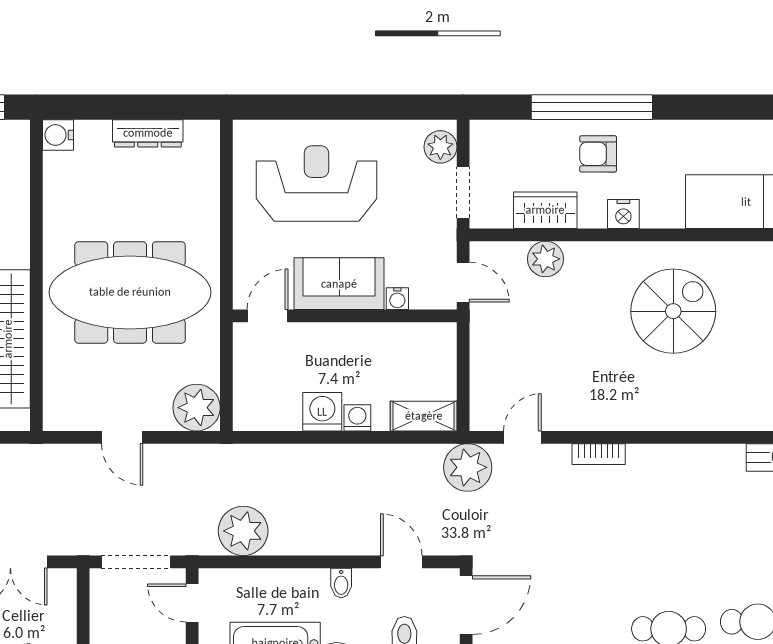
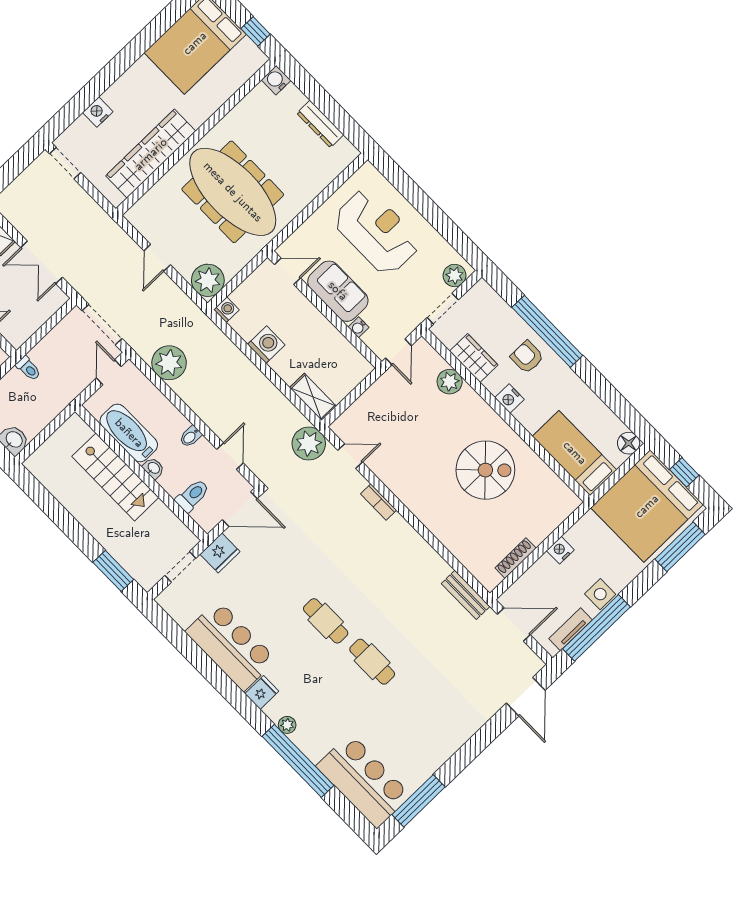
washing machine: (357, 418) -> (226, 310), moved

